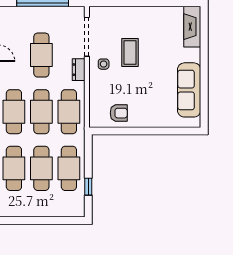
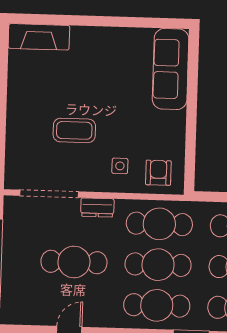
side table: (104, 64) -> (120, 166), moved
sofa: (189, 90) -> (171, 69), moved, turned 90
armchair: (119, 113) -> (158, 173), moved

